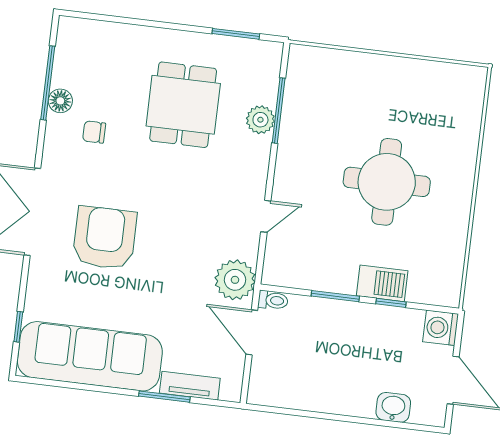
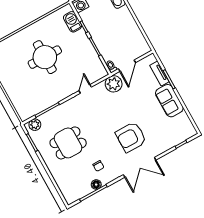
plant: (260, 120) -> (35, 125), moved
door: (266, 216) -> (85, 89), hinge flipped
barbecue: (382, 283) -> (73, 22), moved
sofa: (90, 356) -> (169, 101), width x0.54, depth x0.79

